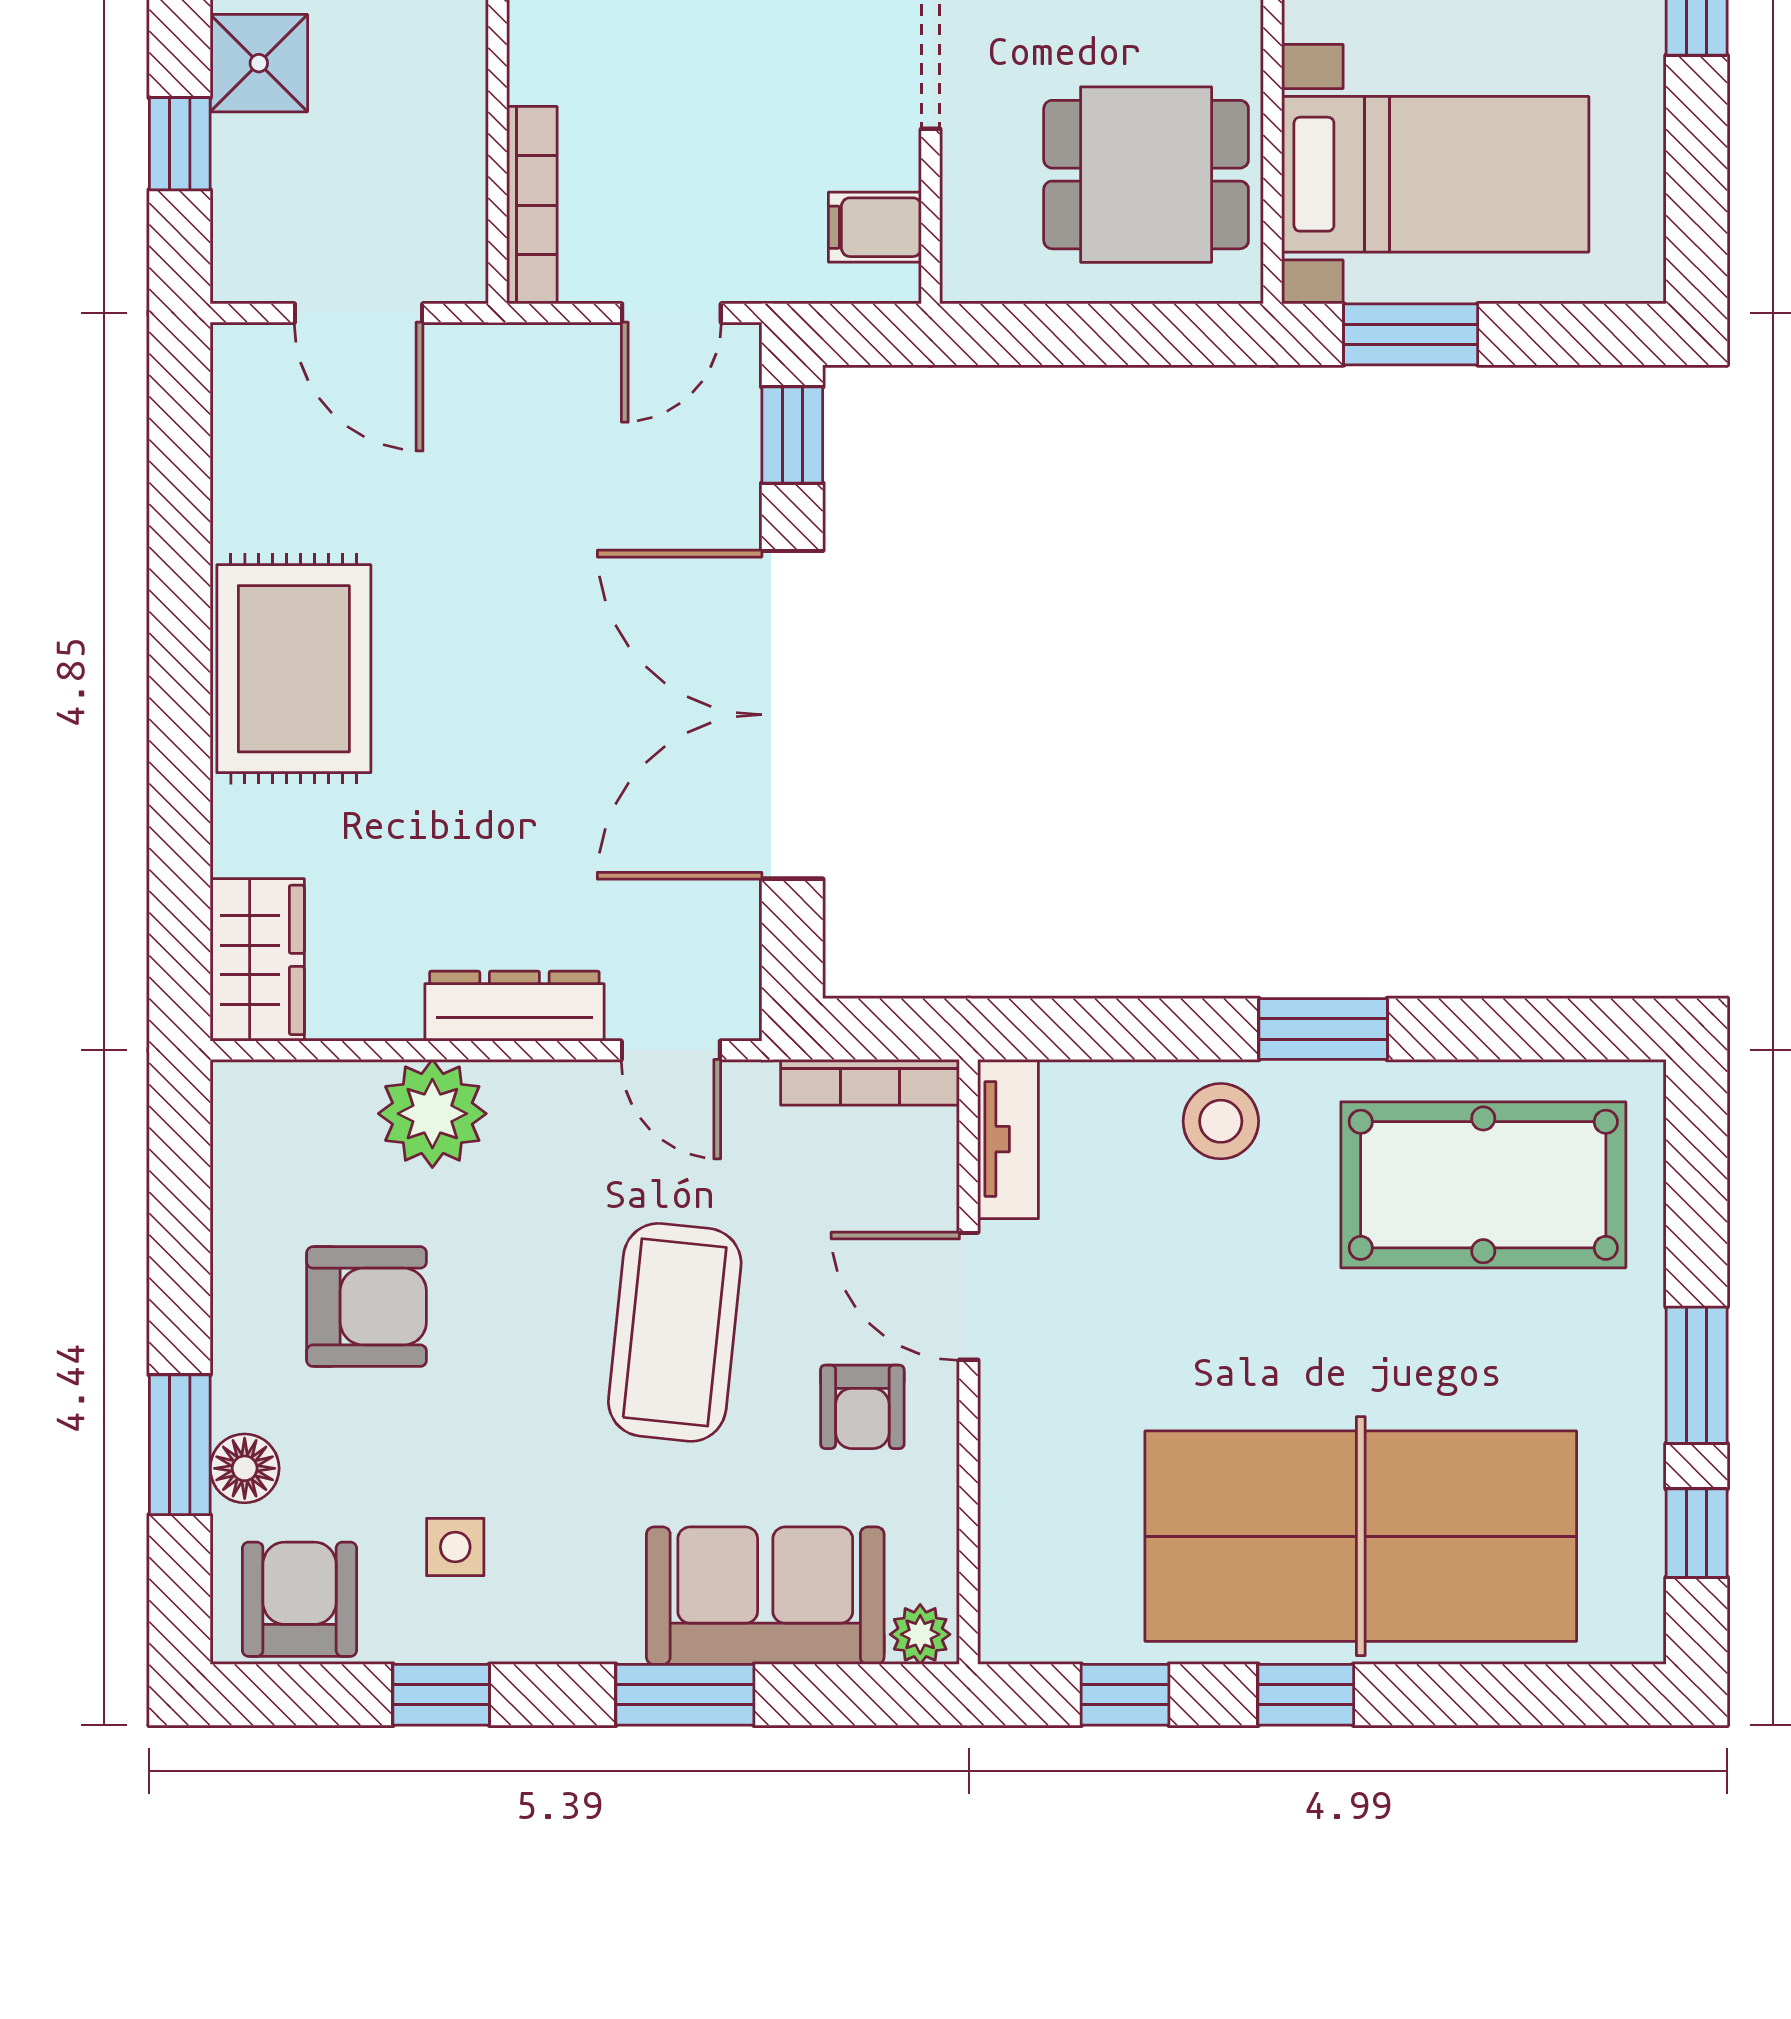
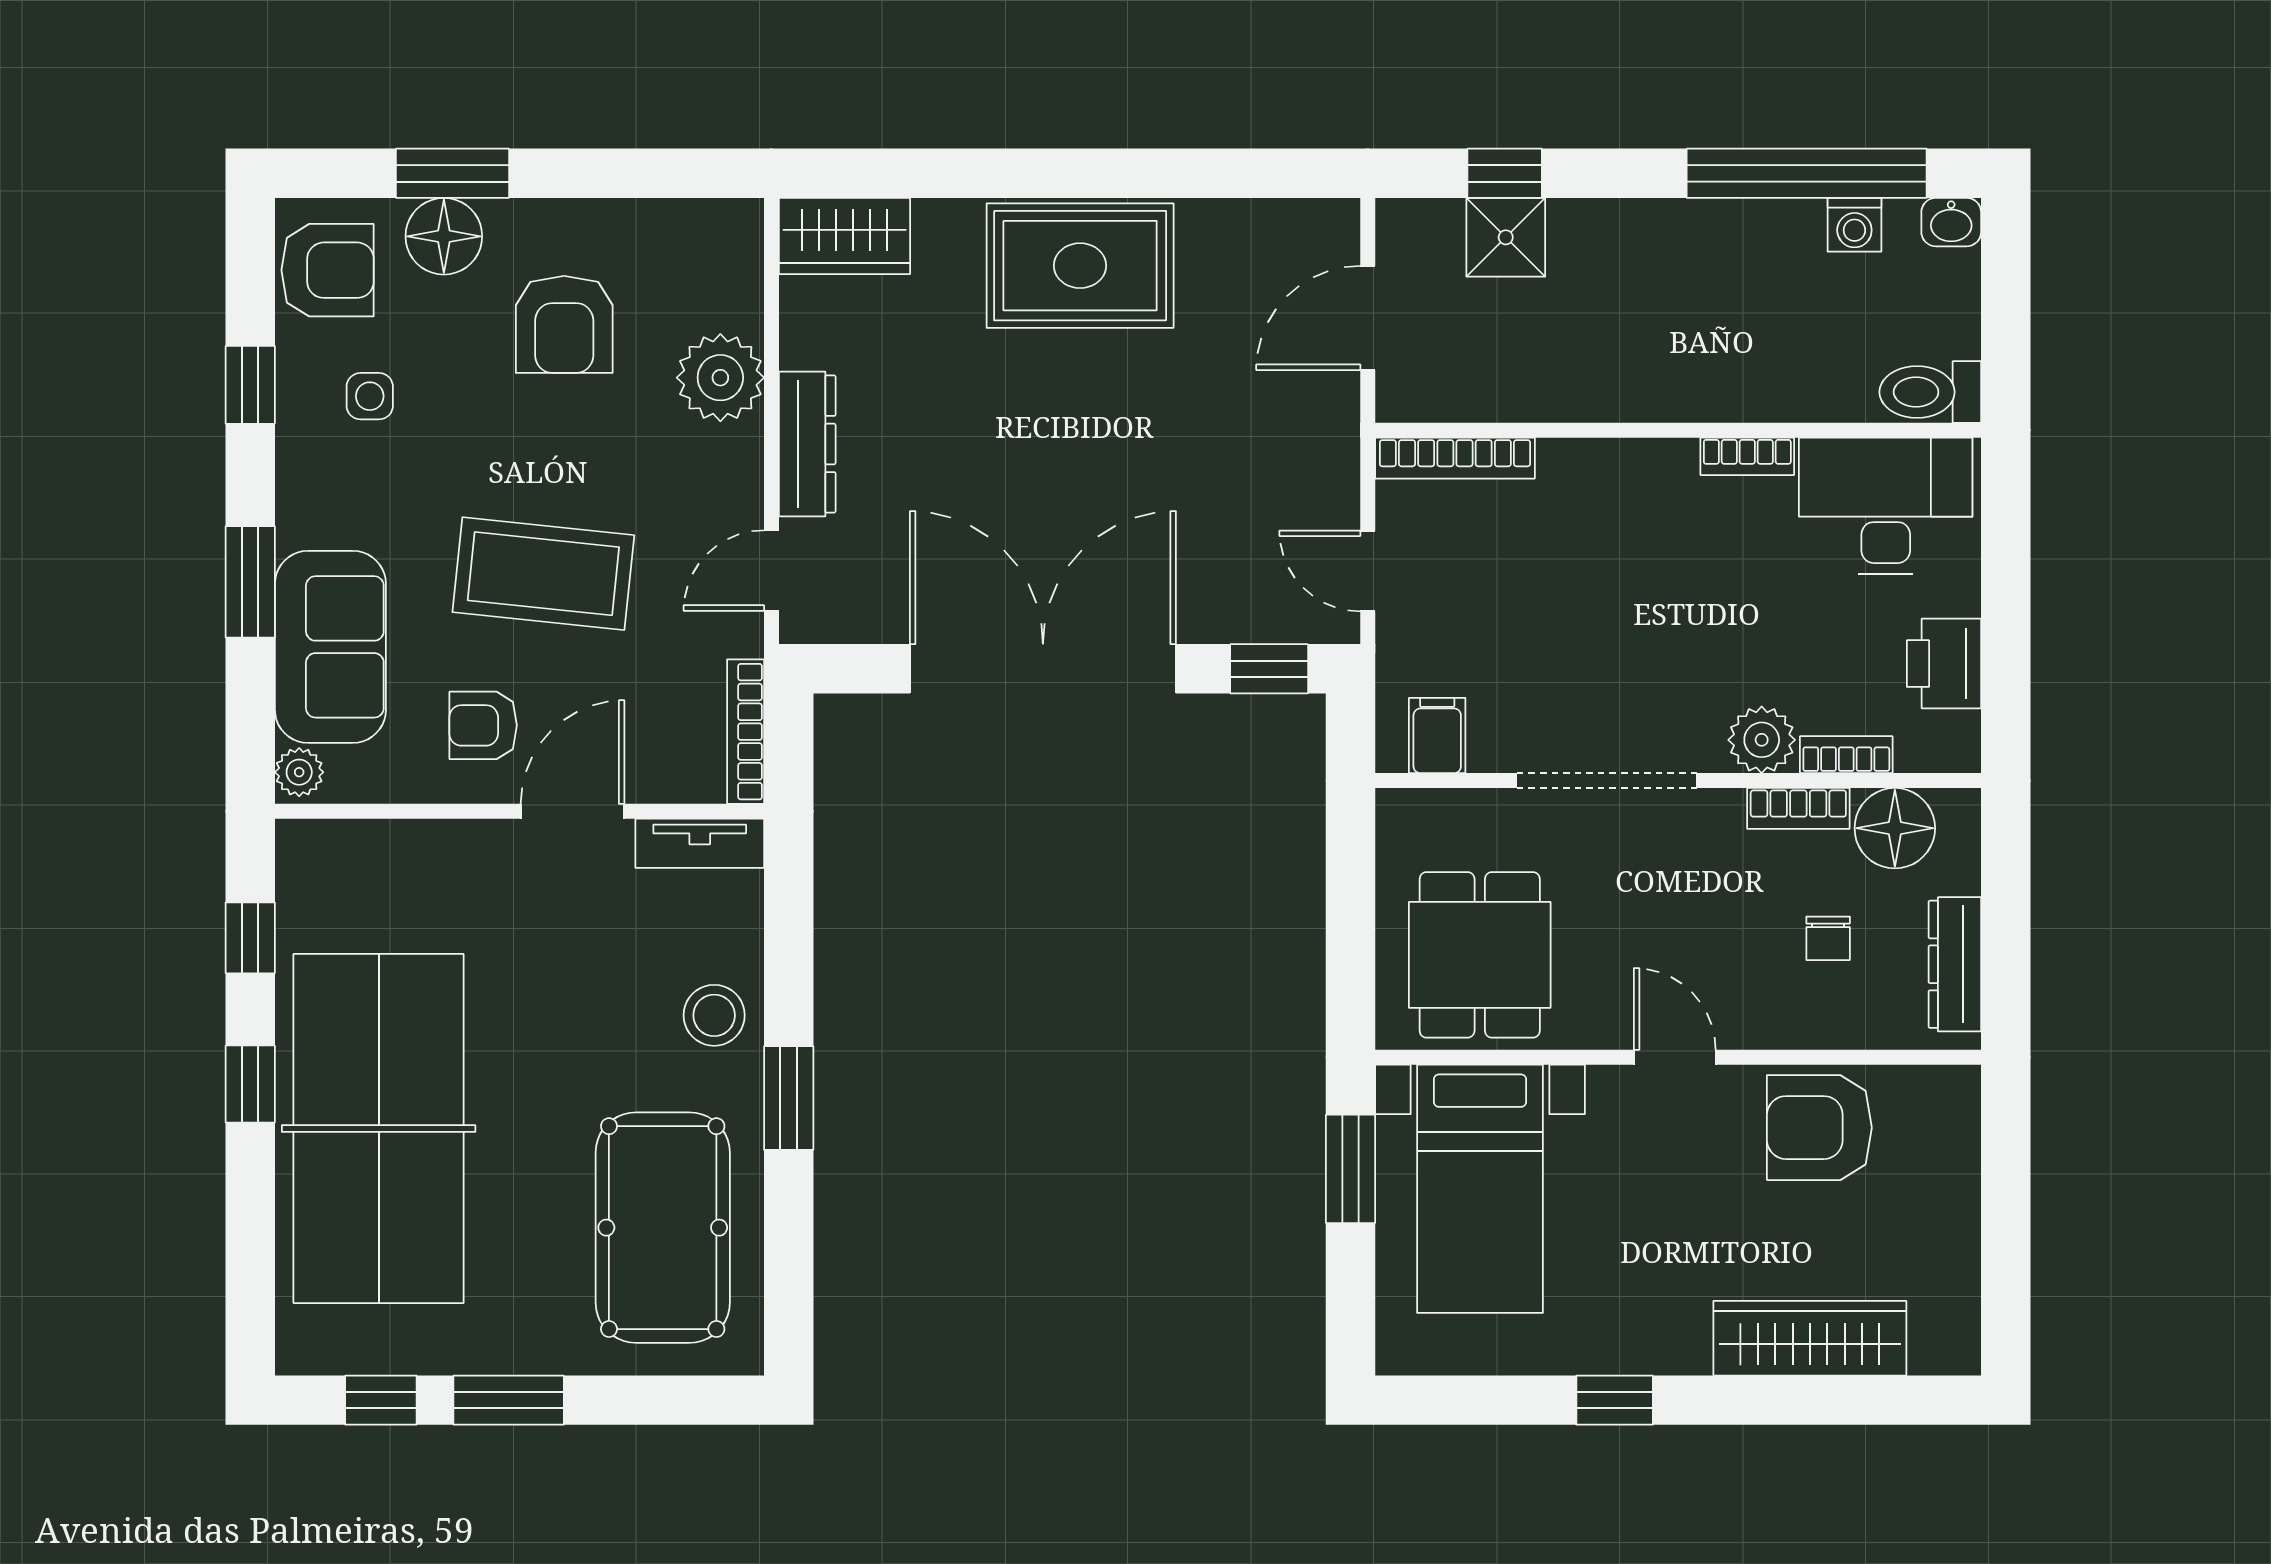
shower: (259, 63) -> (1506, 237), moved
floor lamp: (245, 1468) -> (444, 236), width x1.38, depth x1.38

